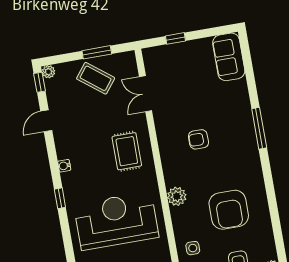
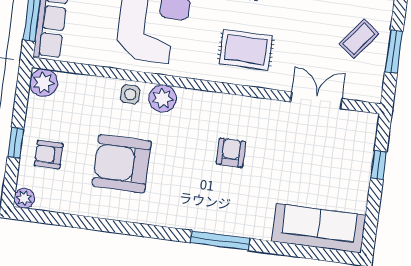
sofa: (229, 57) -> (319, 228), width x1.36
coffee table: (96, 78) -> (359, 39), width x0.73, depth x0.77
side table: (193, 248) -> (130, 94), moved

